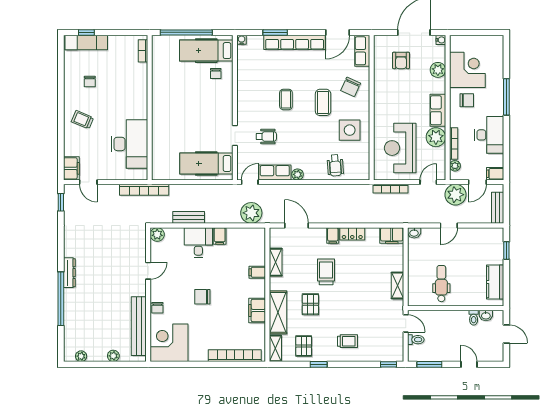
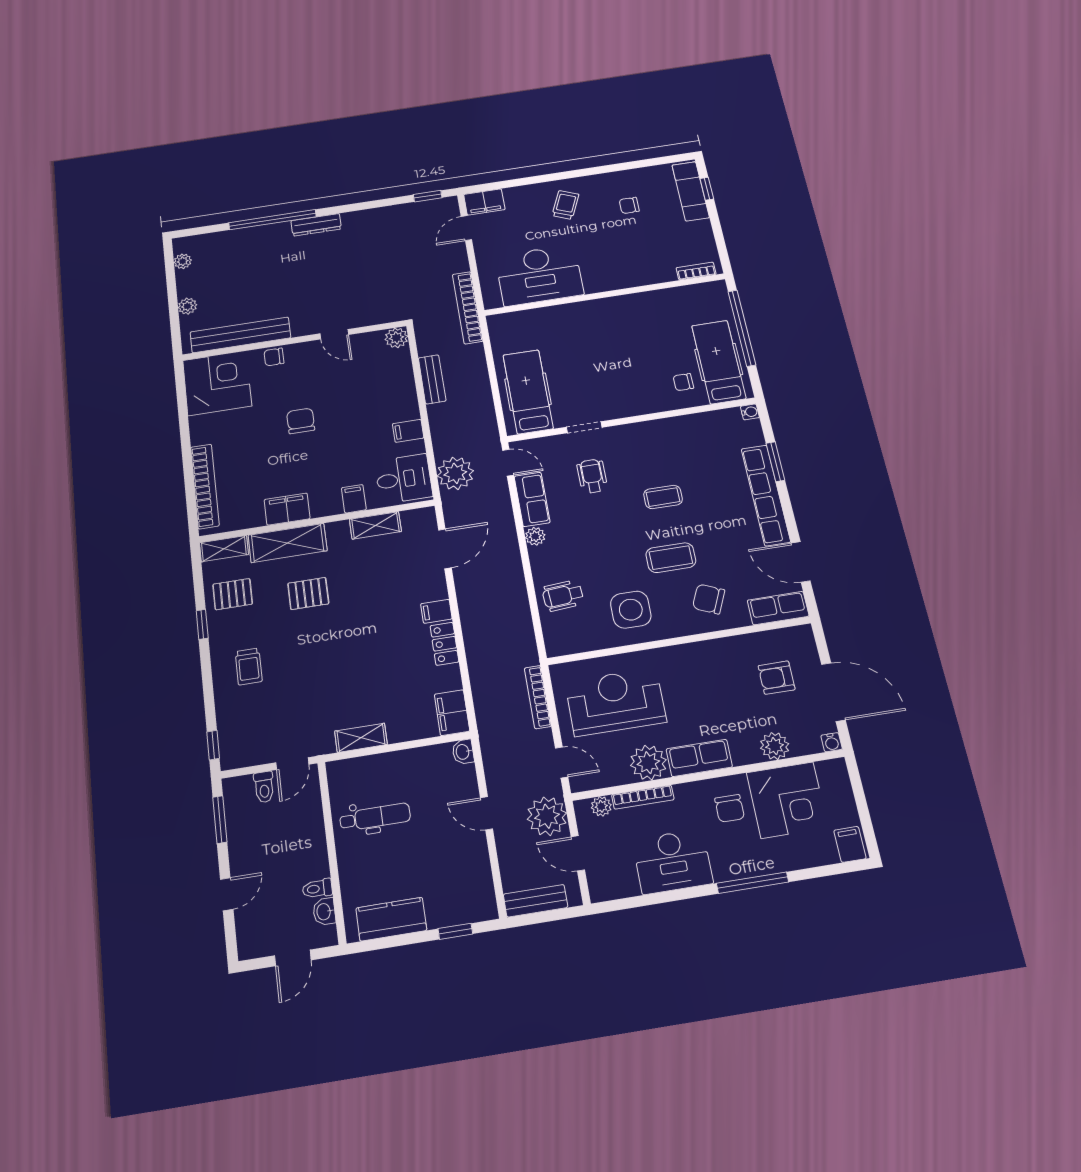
wheelchair: (266, 136) -> (592, 476), turned 180
filing cabinet: (495, 174) -> (850, 844), moved
desk: (198, 243) -> (404, 479), moved
trolley: (326, 272) -> (370, 610), removed

